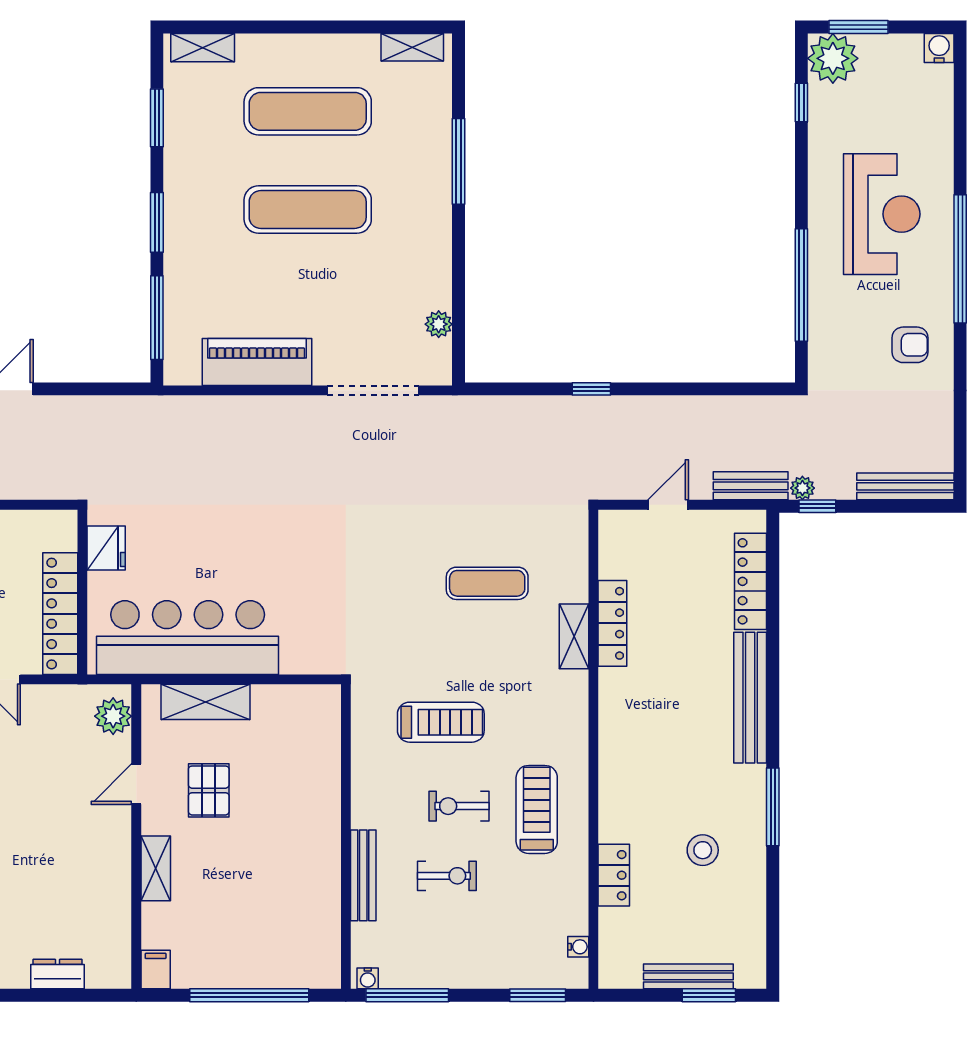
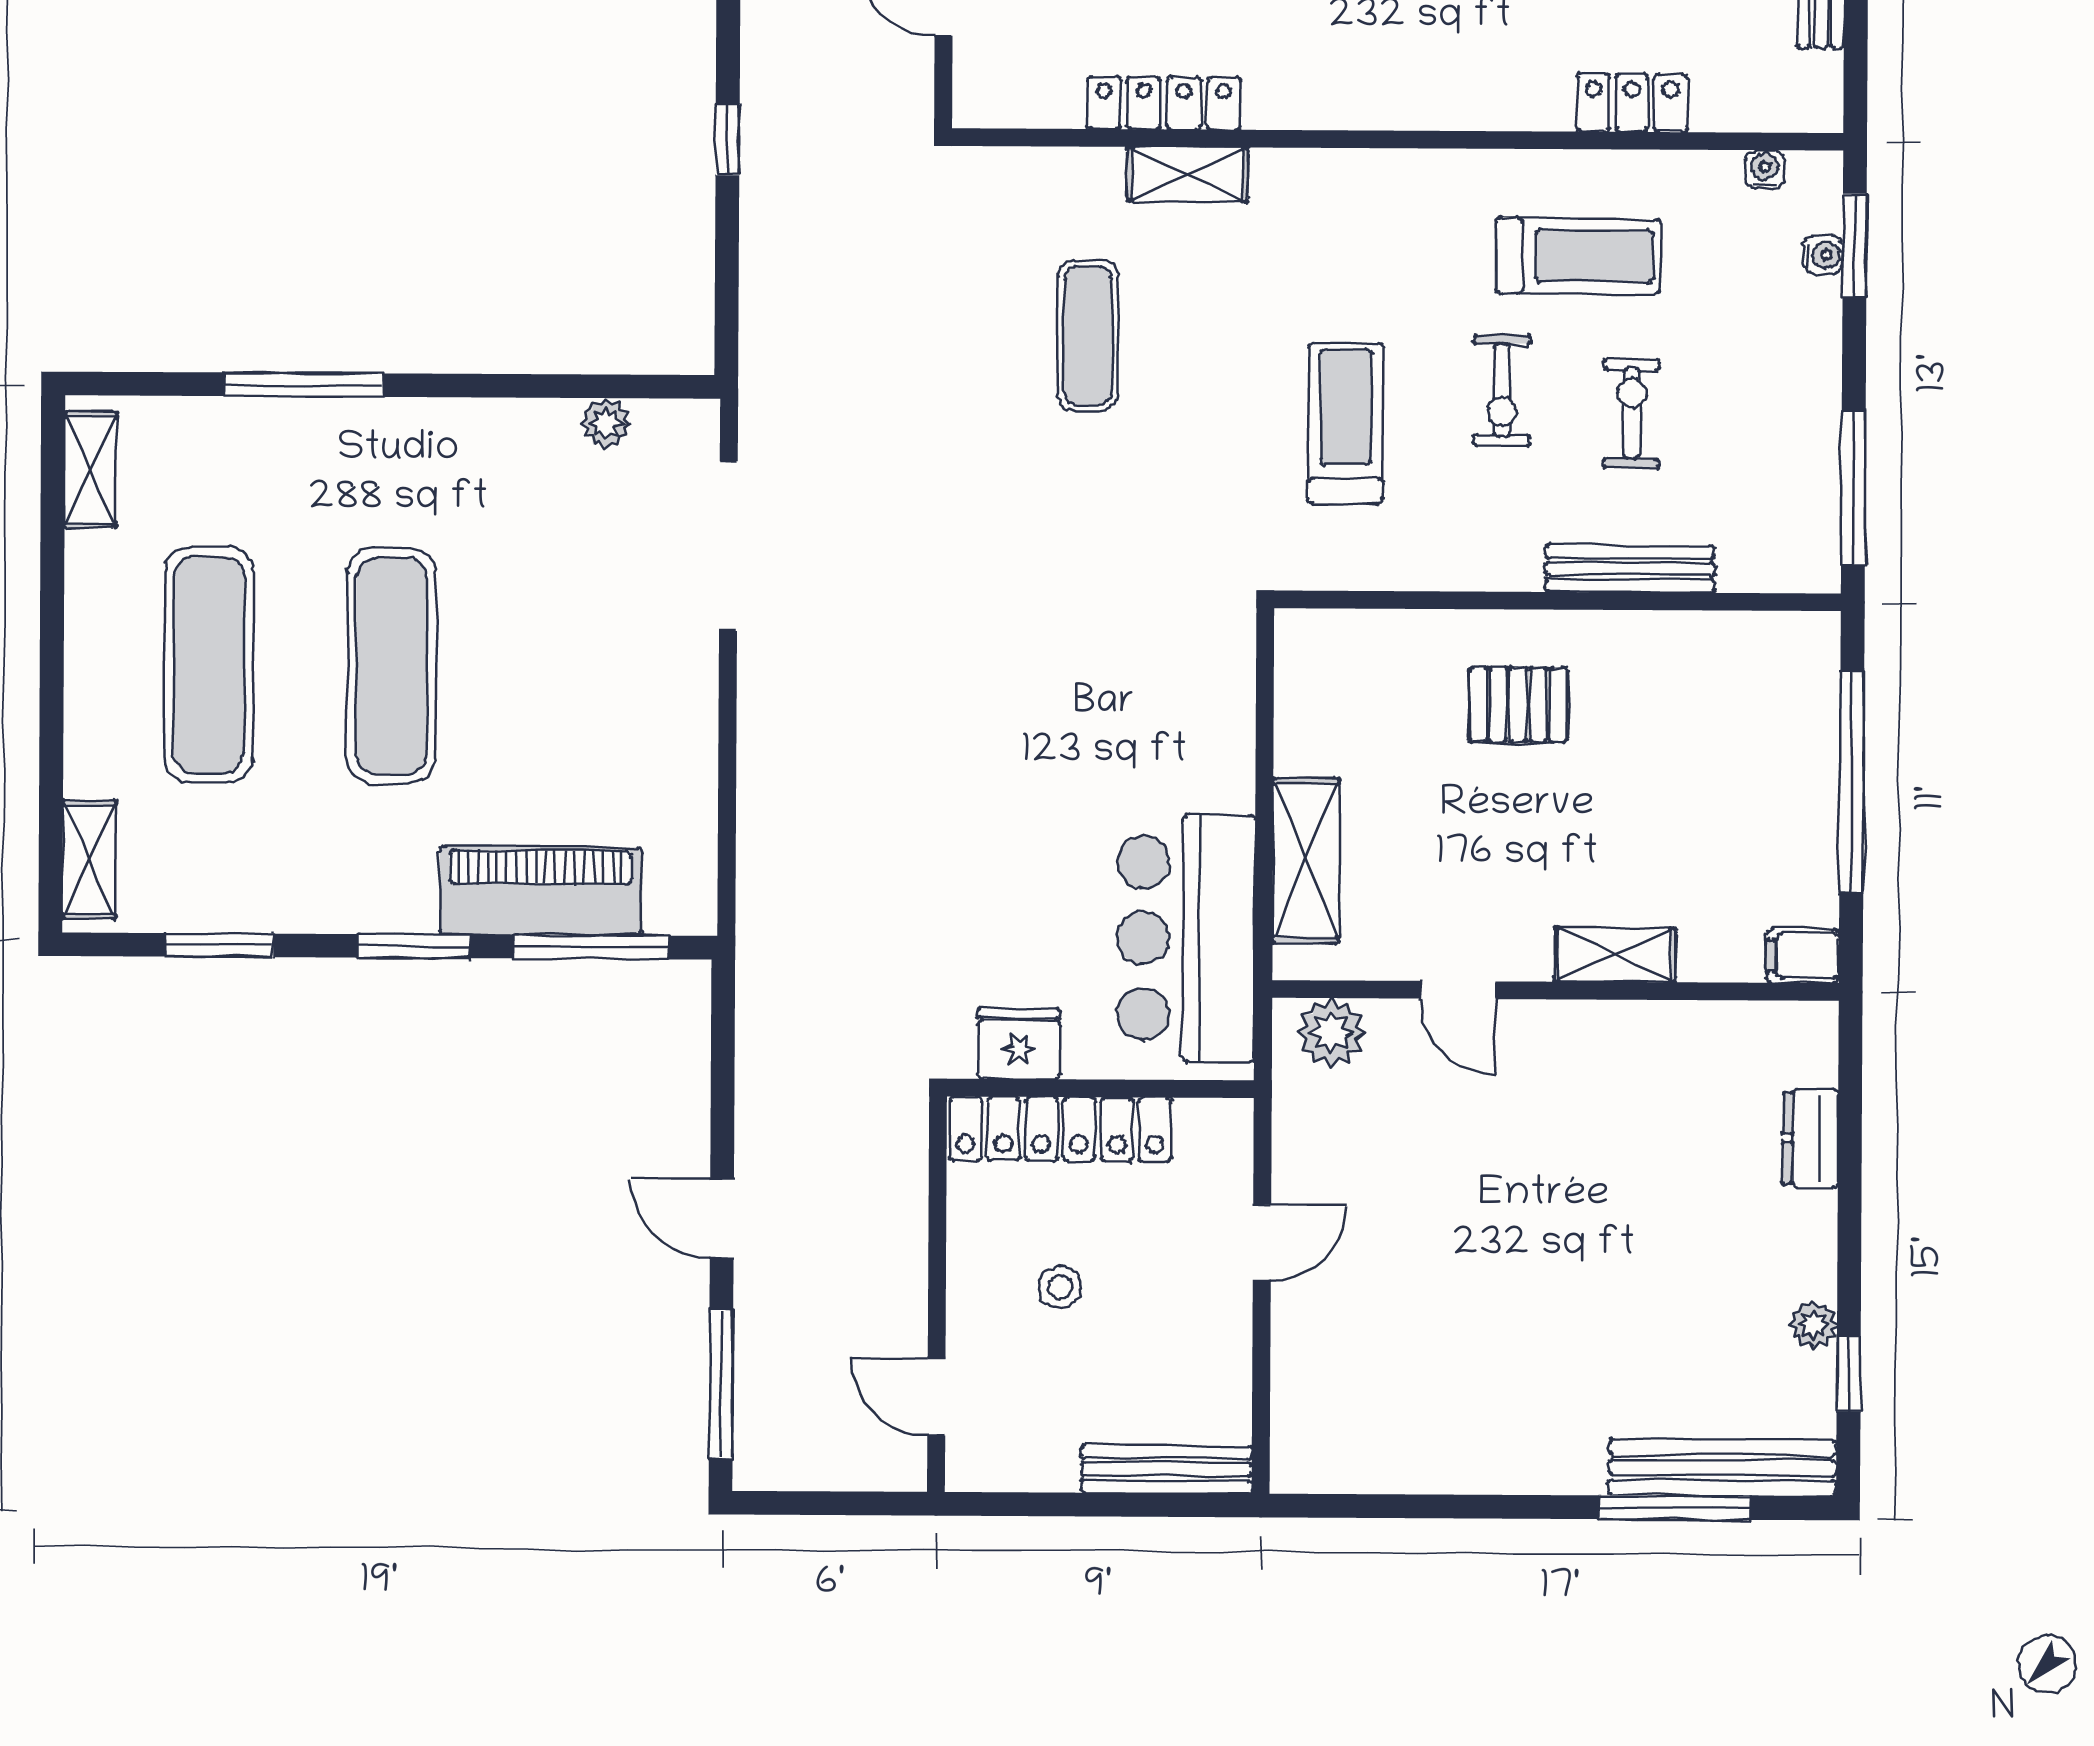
piano: (257, 362) -> (541, 891), moved, turned 90
locker: (60, 614) -> (1060, 1129), moved
bar counter: (188, 638) -> (1186, 938), width x0.73
pallet: (209, 790) -> (1518, 705), moved
treadmill: (537, 809) -> (1578, 256), moved, turned 180
water cooler: (368, 978) -> (1823, 255), moved

